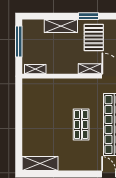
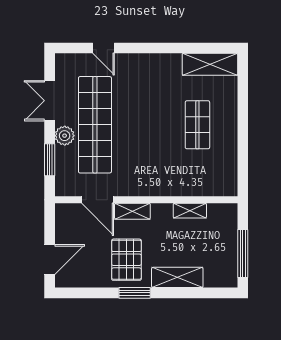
shelving: (35, 69) -> (190, 211), moved
shop shelf: (81, 124) -> (197, 125), moved

